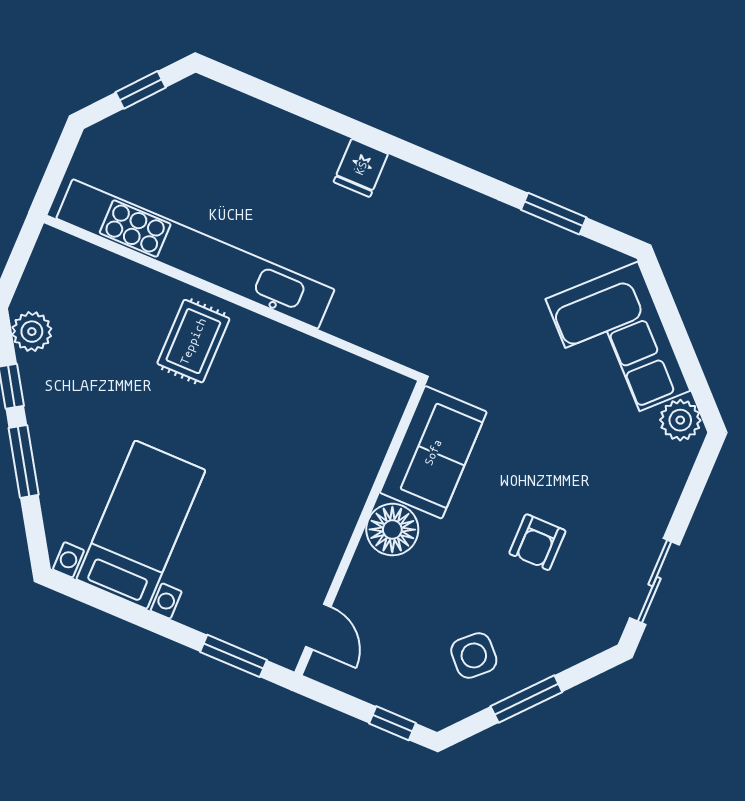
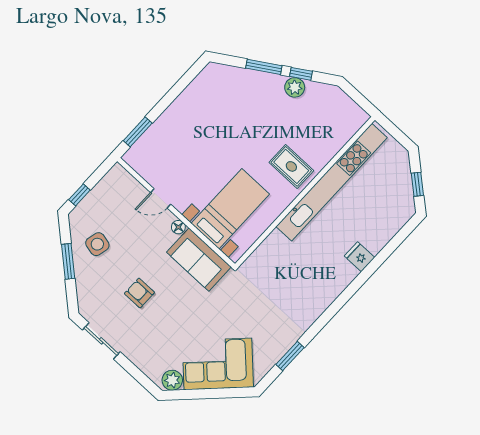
fridge: (361, 168) -> (360, 257), moved
plant: (32, 332) -> (295, 87), moved
bed with nightstands: (141, 525) -> (230, 209), moved, turned -90
floor lamp: (392, 530) -> (178, 227), width x0.53, depth x0.53
door: (318, 627) -> (161, 198), moved
side table: (474, 655) -> (97, 244), turned -34

